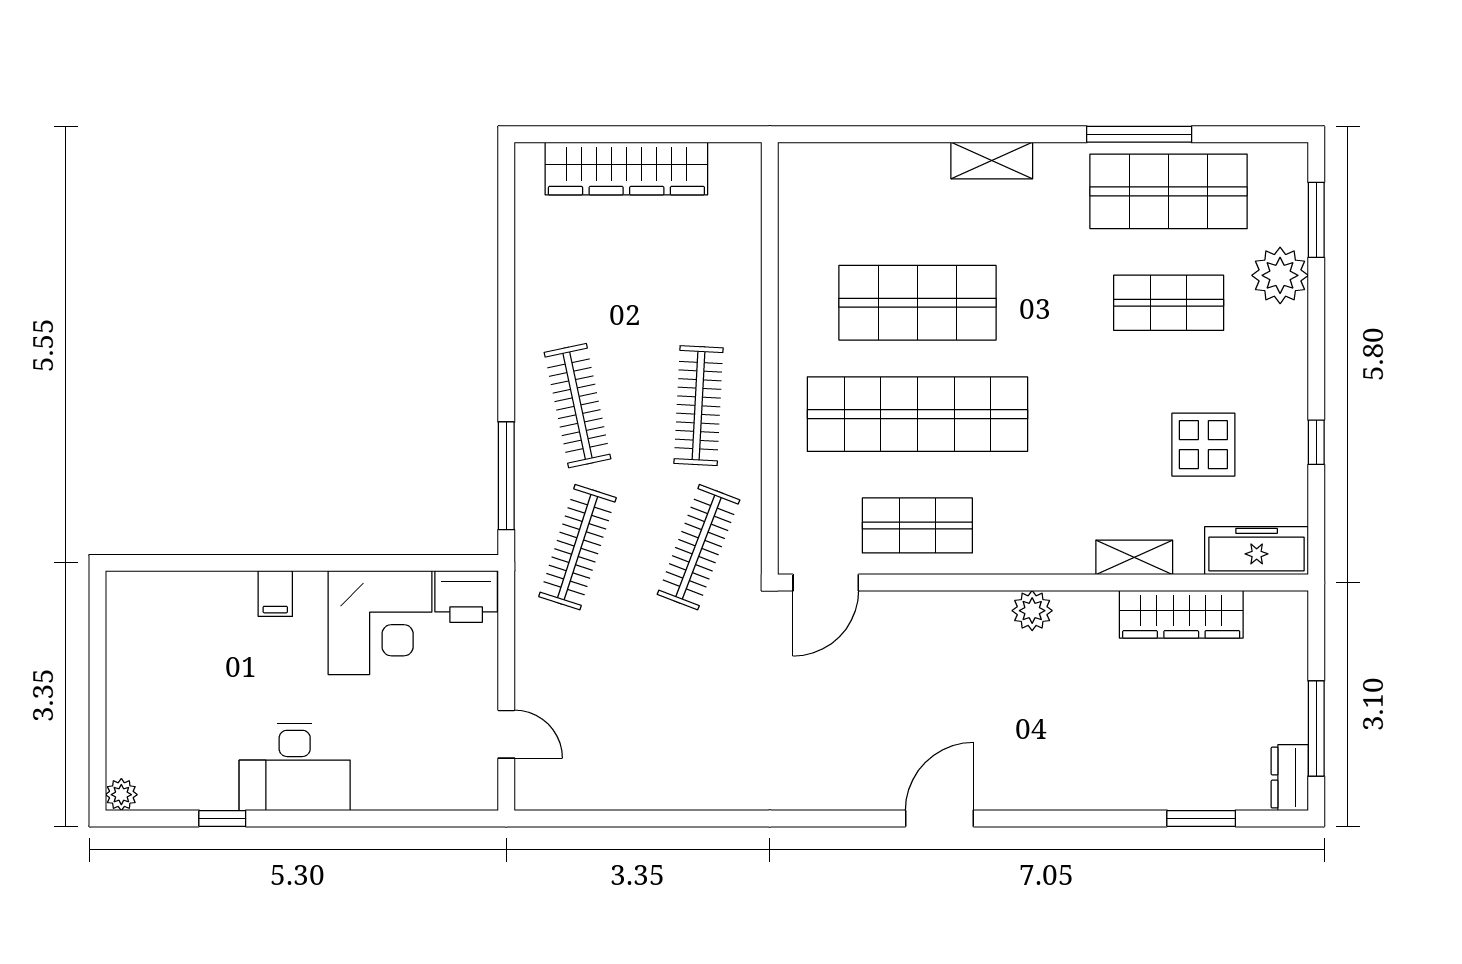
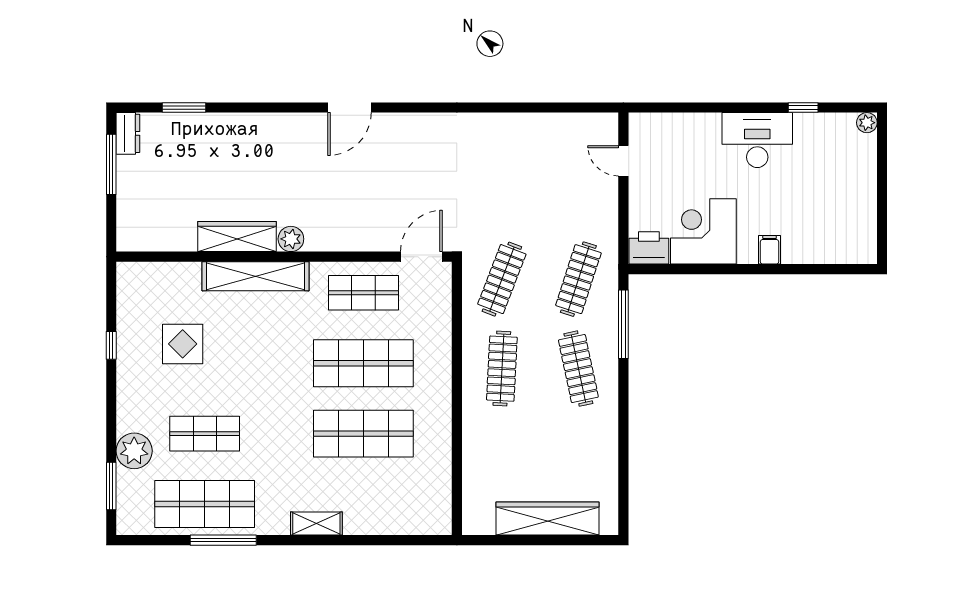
shop shelf: (917, 414) -> (363, 363), width x0.71
freezer: (1257, 551) -> (149, 277), removed
shelving: (1134, 557) -> (256, 276), width x2.20, depth x1.33
wardrobe: (1181, 614) -> (237, 237), moved

